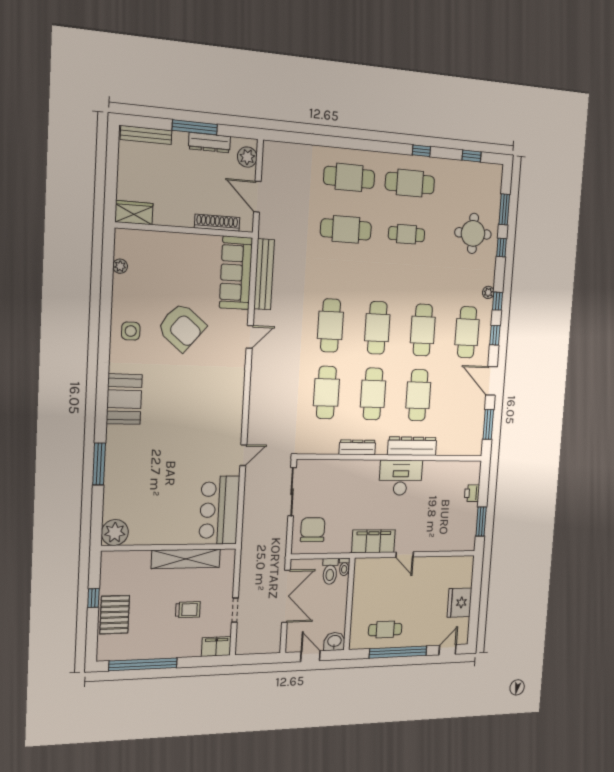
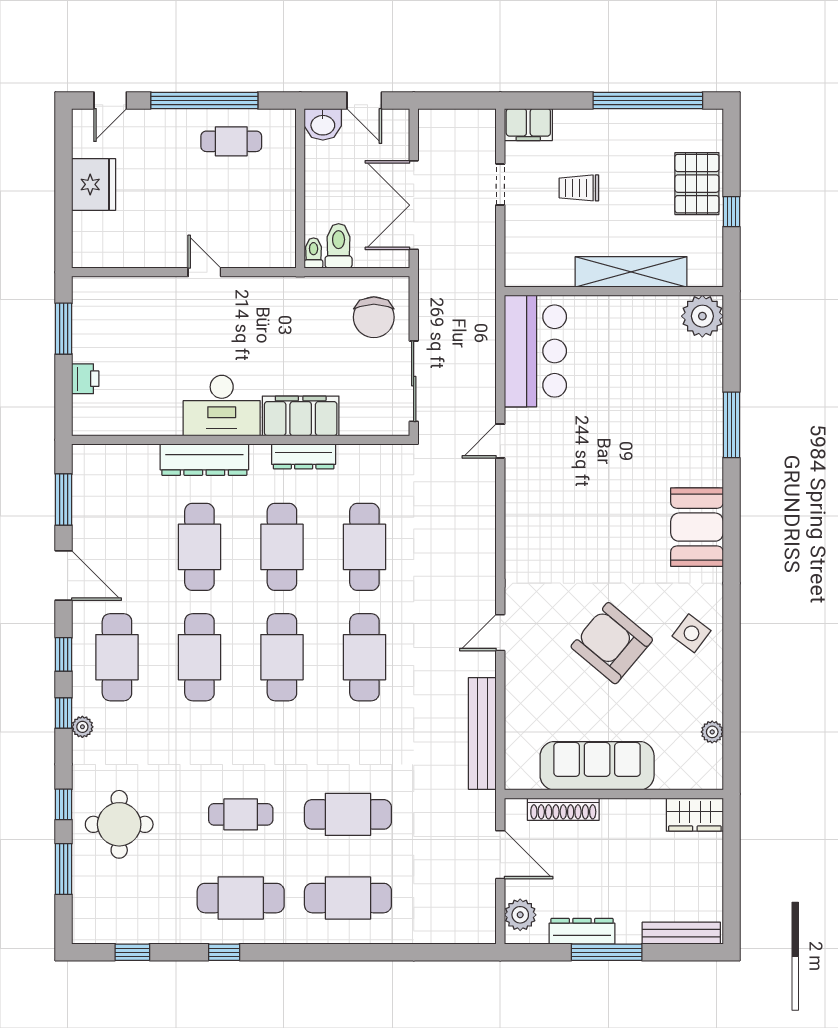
sofa: (236, 273) -> (597, 766), moved, turned -90
side table: (131, 331) -> (692, 633), turned 37
filing cabinet: (373, 541) -> (301, 416), moved, turned 180
shelving: (186, 559) -> (631, 272), moved

